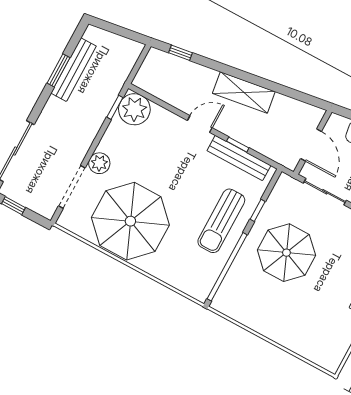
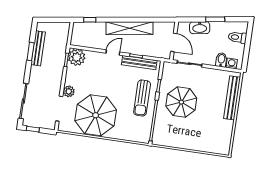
shelving: (244, 92) -> (129, 28), width x1.47

